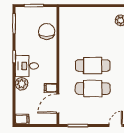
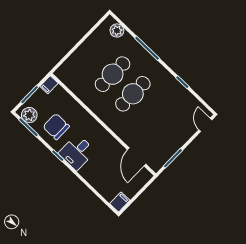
chair: (47, 31) -> (56, 127), moved
plant: (22, 84) -> (29, 115), moved
filing cabinet: (51, 88) -> (49, 85), moved
cafe table: (93, 89) -> (113, 74), moved

